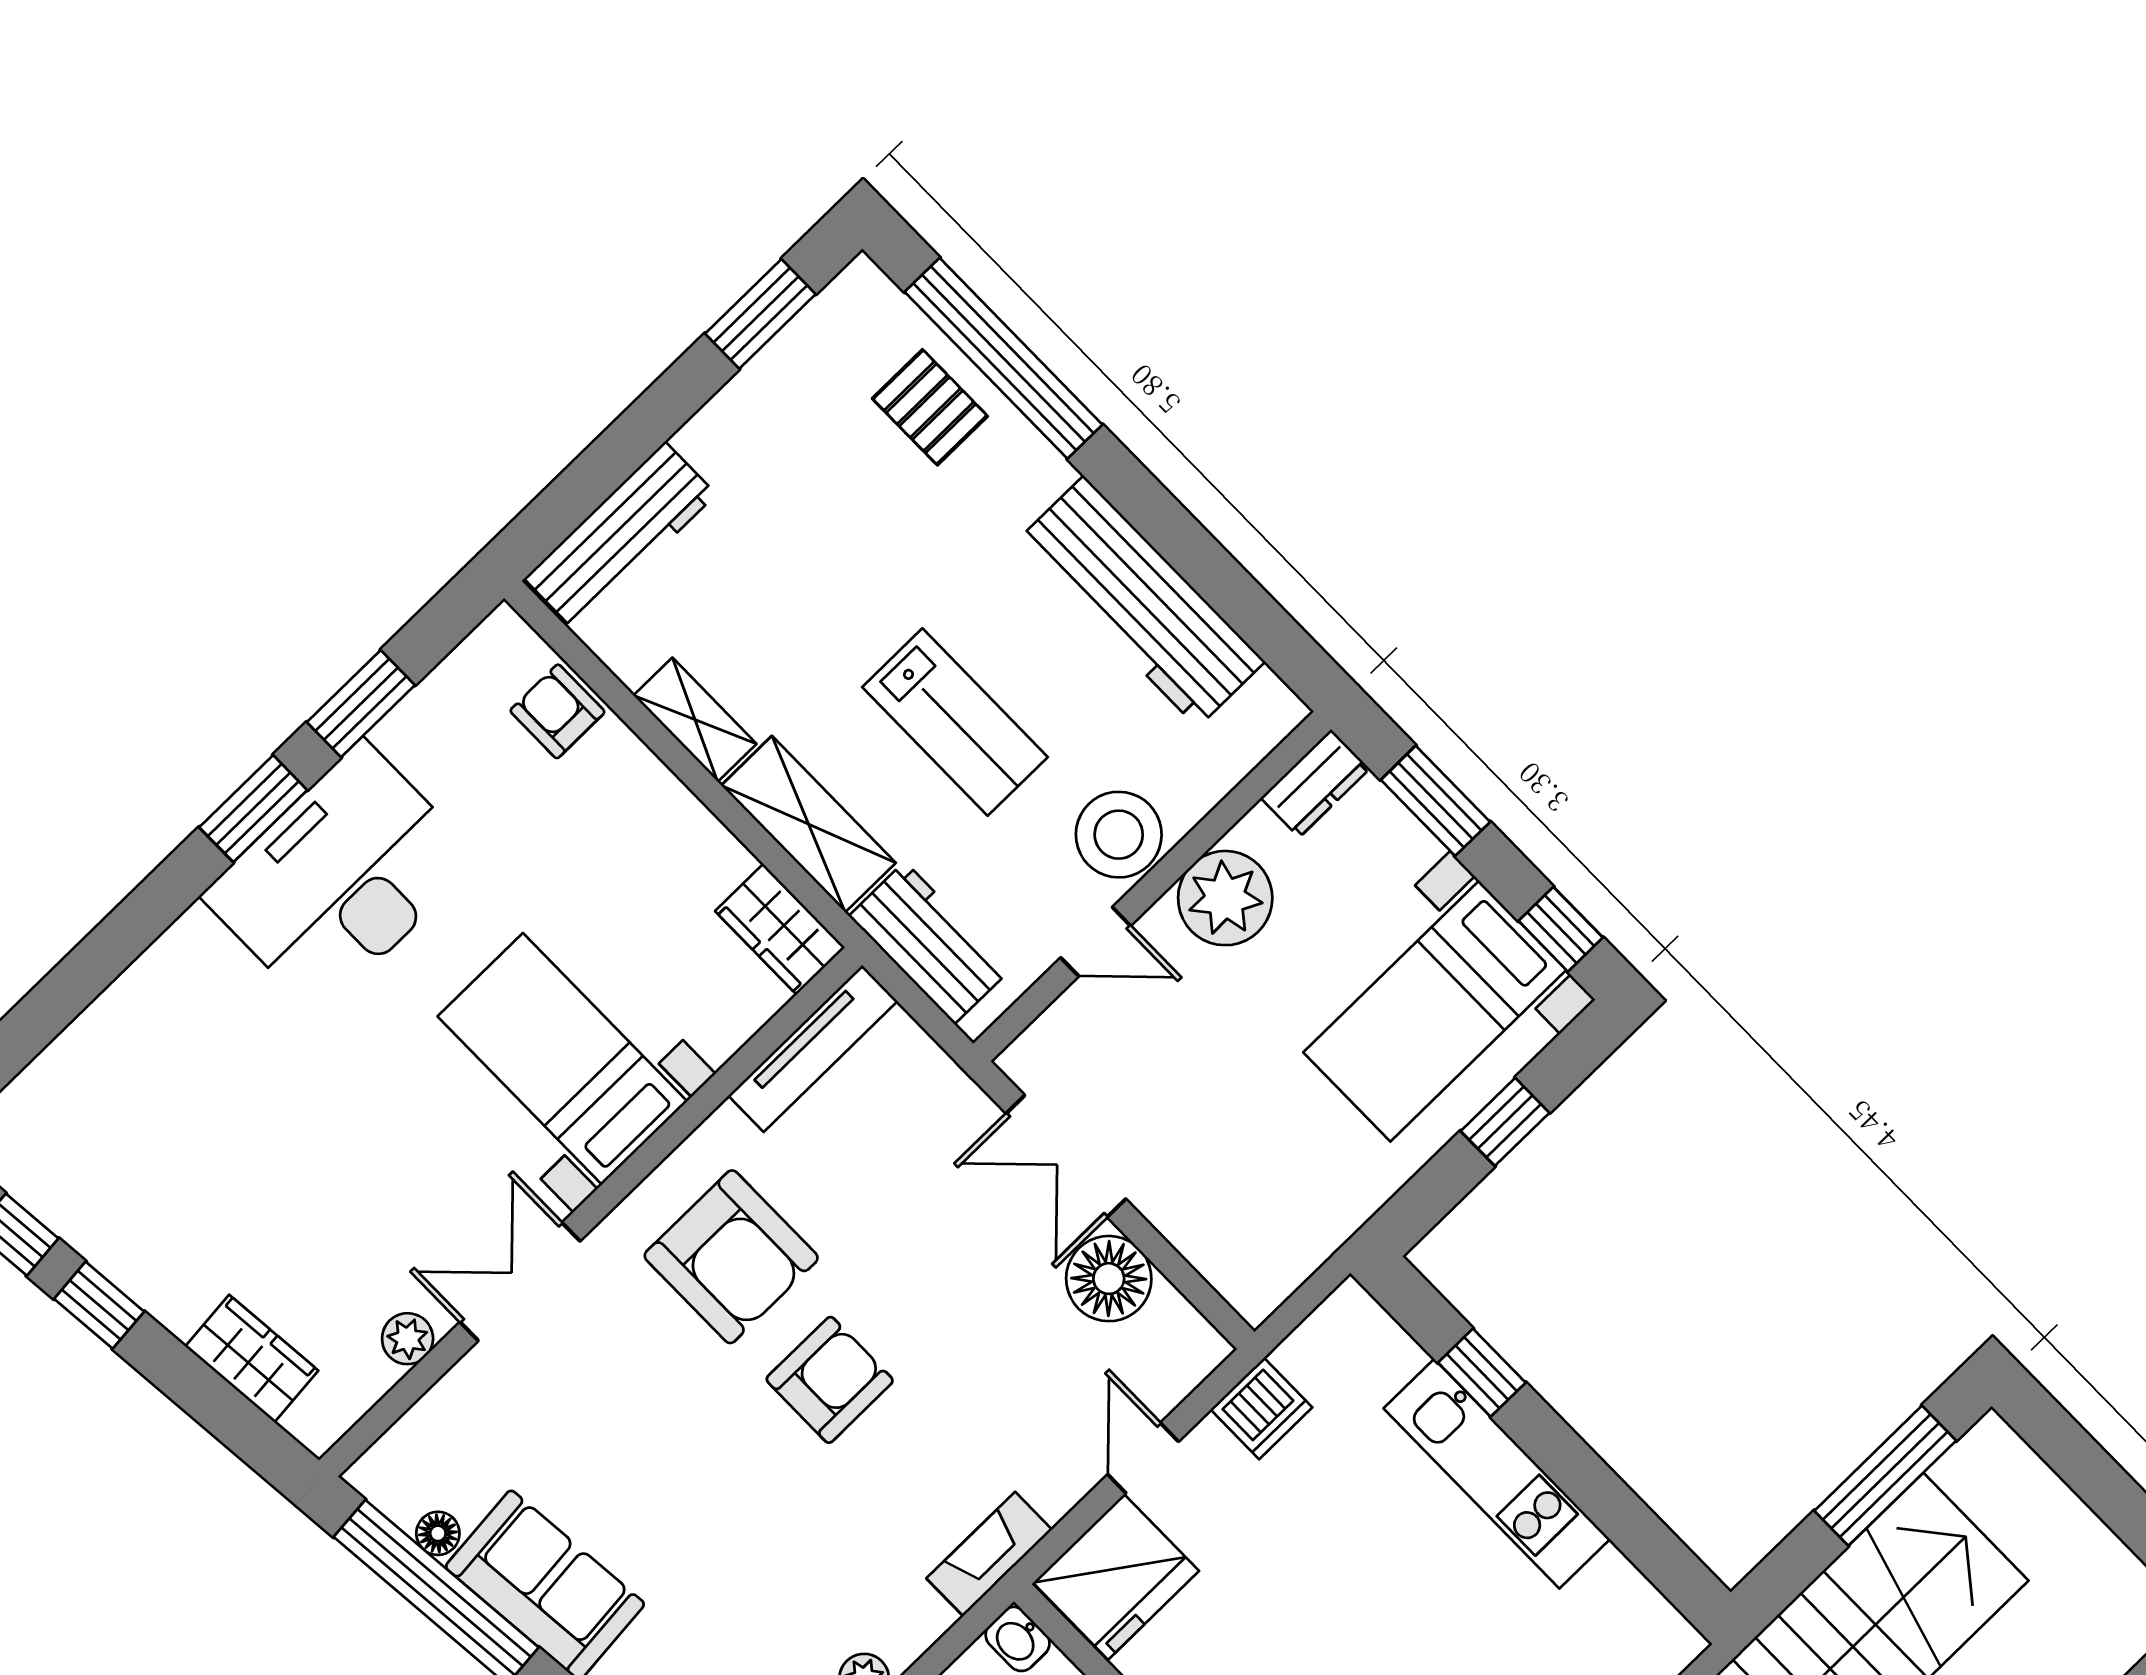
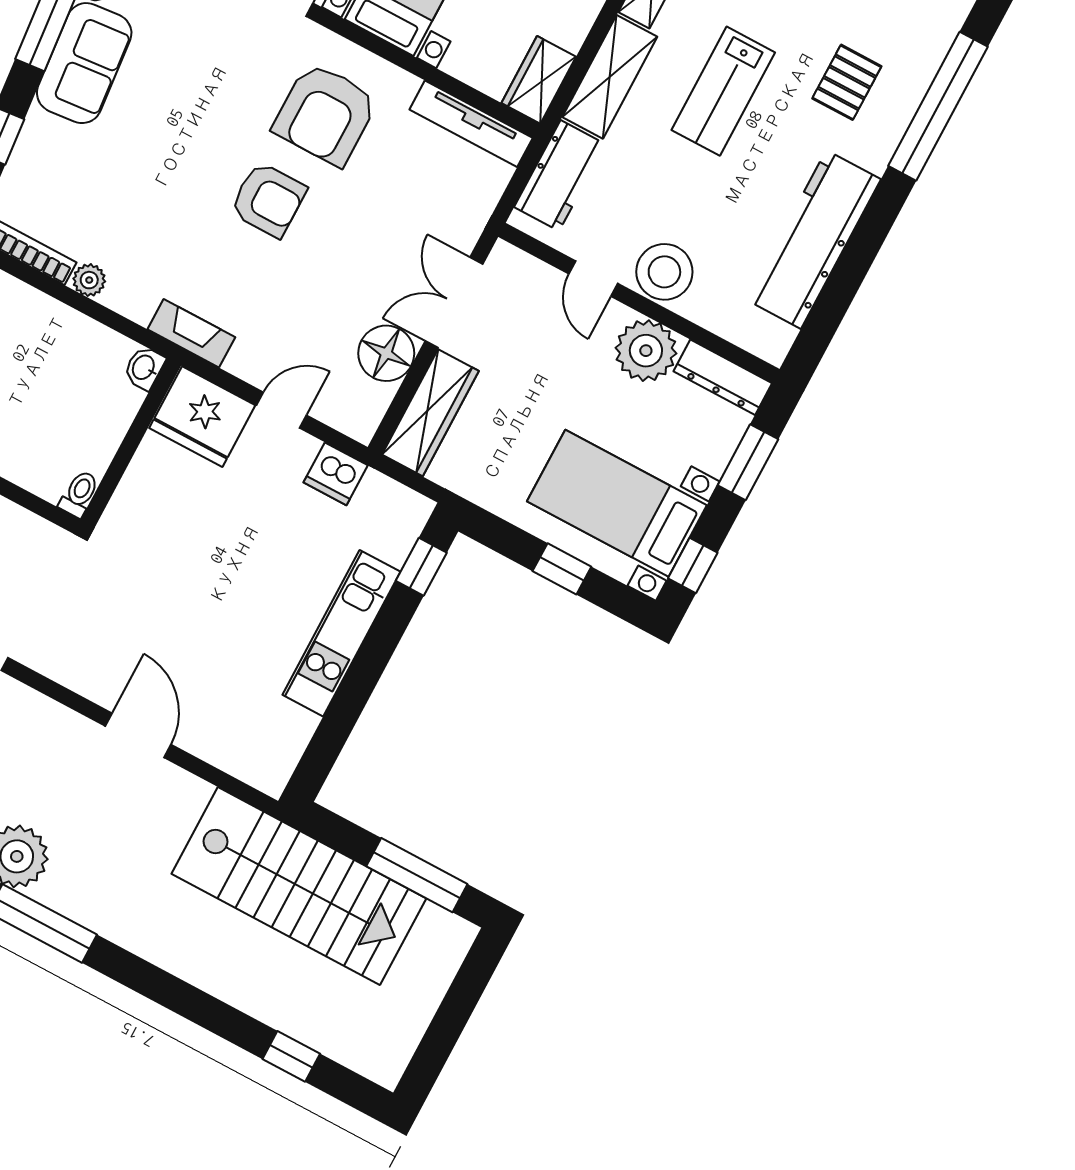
pallet: (930, 407) -> (847, 82), moved
lab bench: (955, 722) -> (723, 91), moved
dresser: (1315, 783) -> (723, 377), width x1.44
wardrobe: (1216, 1242) -> (430, 413), added
window: (1482, 1373) -> (421, 567), moved

